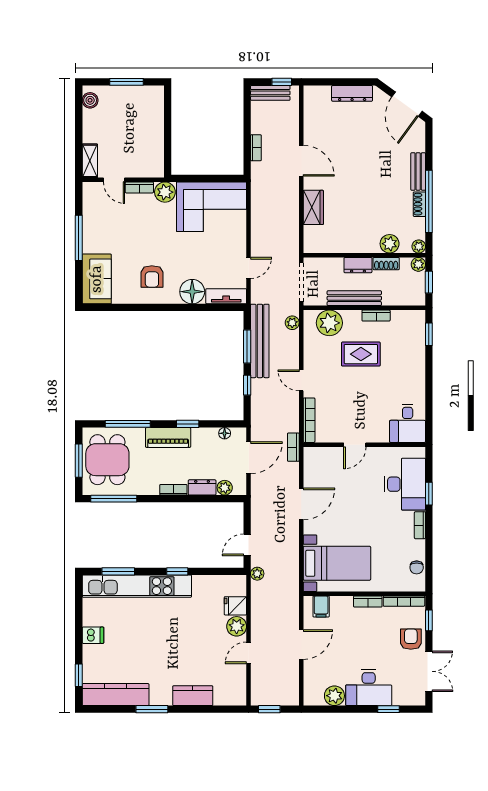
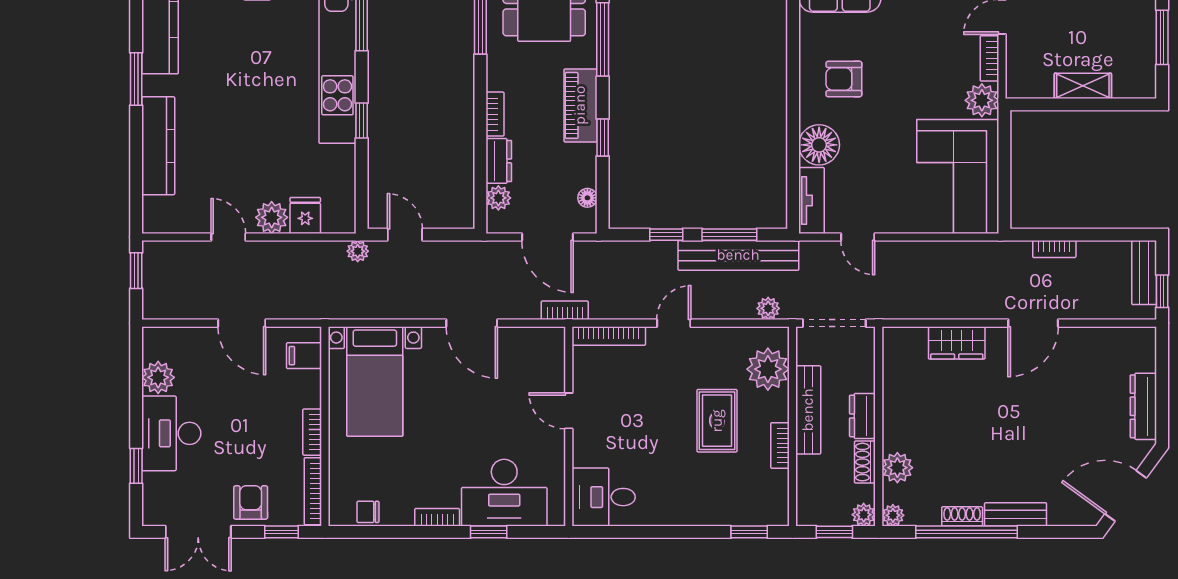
shelving: (156, 130) -> (1083, 86), added
armchair: (411, 639) -> (251, 502), turned -90
kitchen counter: (193, 696) -> (158, 146), width x1.50

